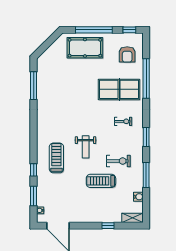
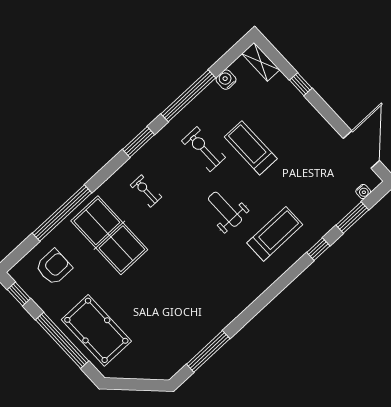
weight bench: (86, 147) -> (225, 209), turned -90
treadmill: (56, 158) -> (275, 234), turned 180
window: (146, 175) -> (188, 96), width x1.46
treadmill: (101, 181) -> (251, 148), turned 180

